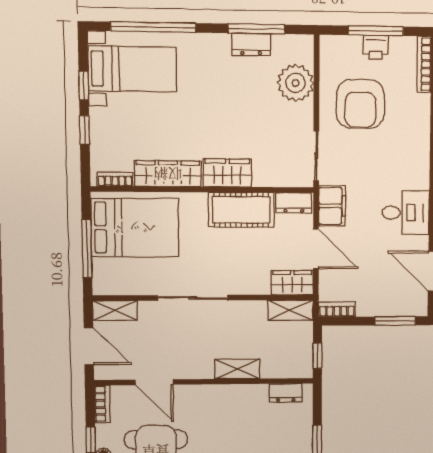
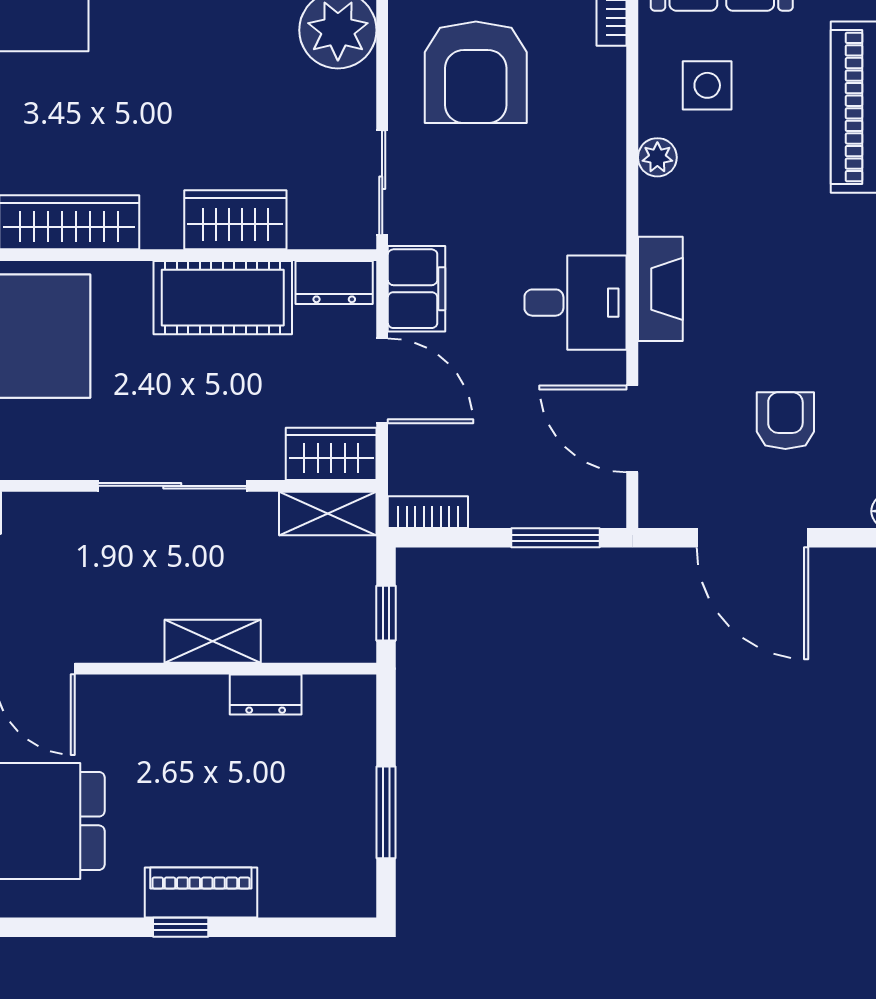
wardrobe: (227, 173) -> (235, 220), moved
sliding door: (193, 298) -> (172, 486), moved
dresser: (286, 393) -> (266, 694), moved

